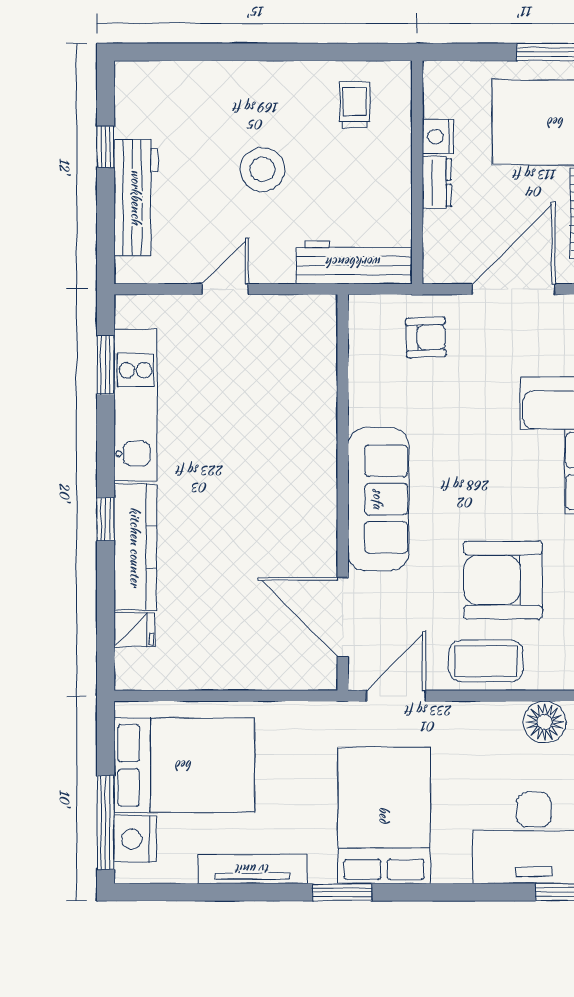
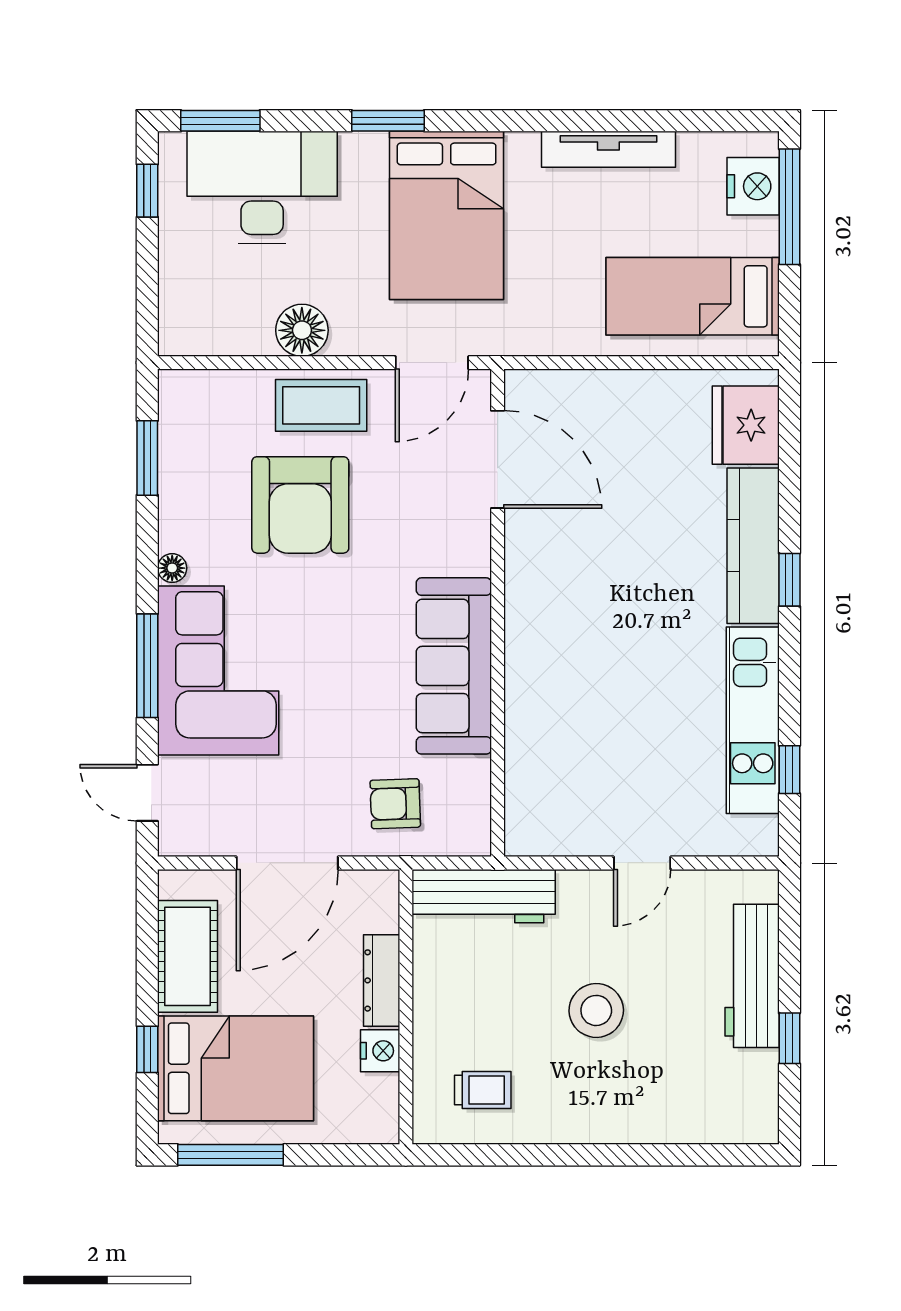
trolley: (355, 105) -> (483, 1090), turned -90
dresser: (437, 182) -> (382, 980), width x1.44
window: (106, 365) -> (789, 770), width x0.67
sofa: (378, 499) -> (454, 666), moved
armchair: (503, 580) -> (300, 505), turned 90
fridge: (134, 630) -> (746, 425), width x1.88, depth x1.34
floor lamp: (545, 722) -> (302, 330), moved
bed: (184, 765) -> (693, 296), width x0.67
window: (342, 892) -> (388, 121), moved

